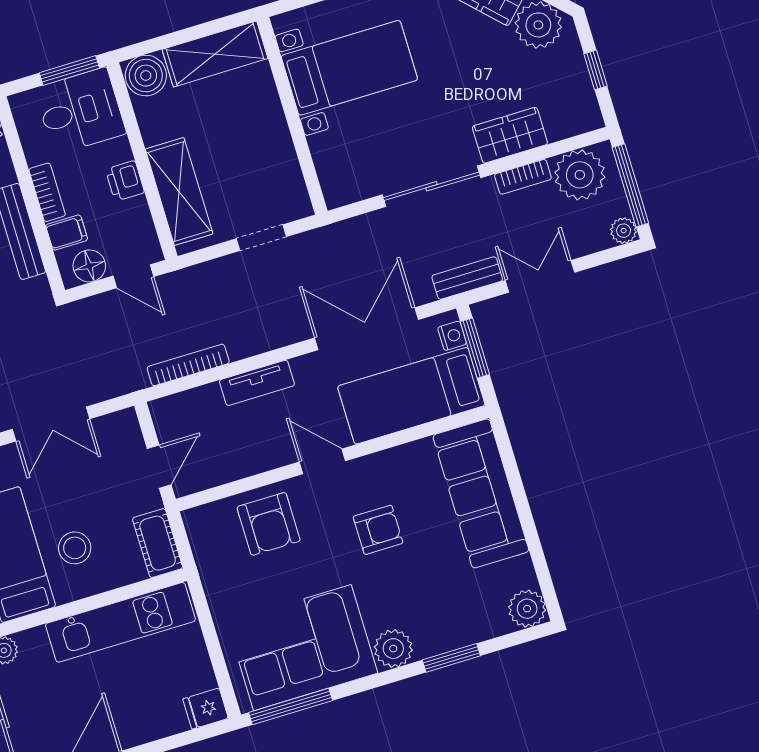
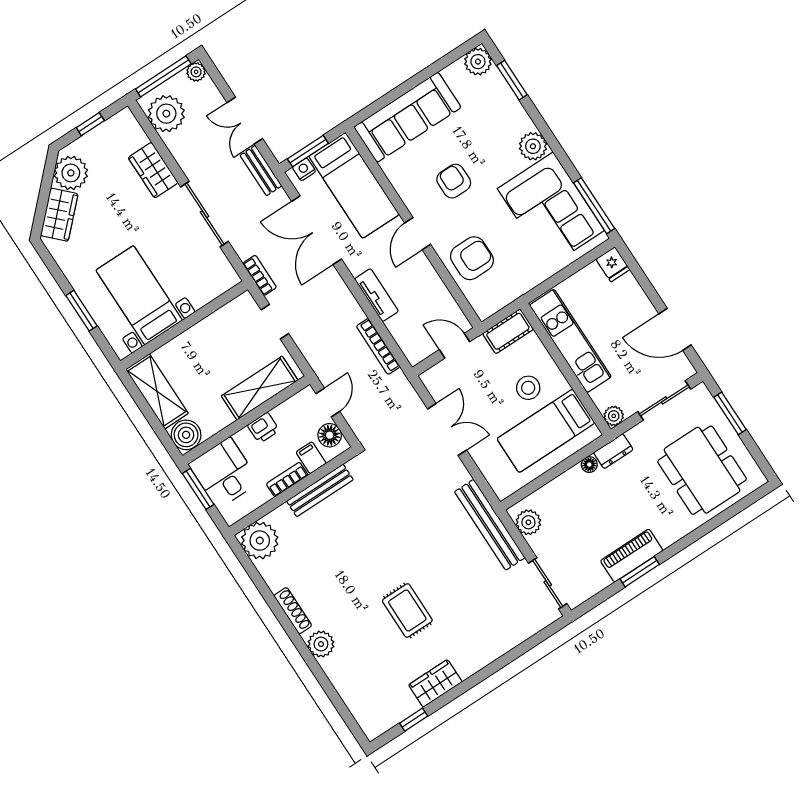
bookcase: (523, 177) -> (260, 275), moved
window: (451, 658) -> (512, 80), moved

